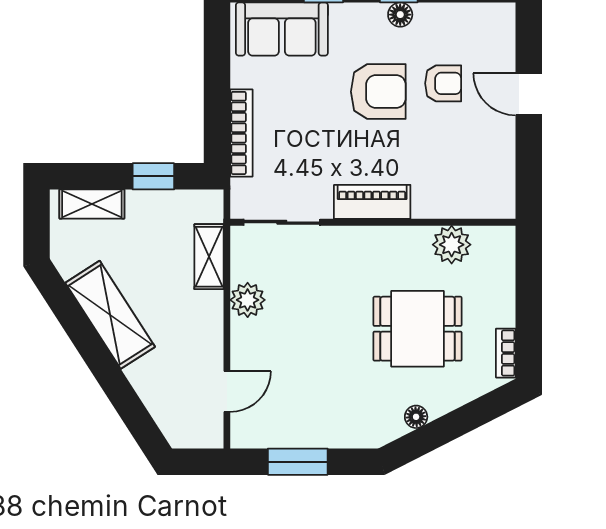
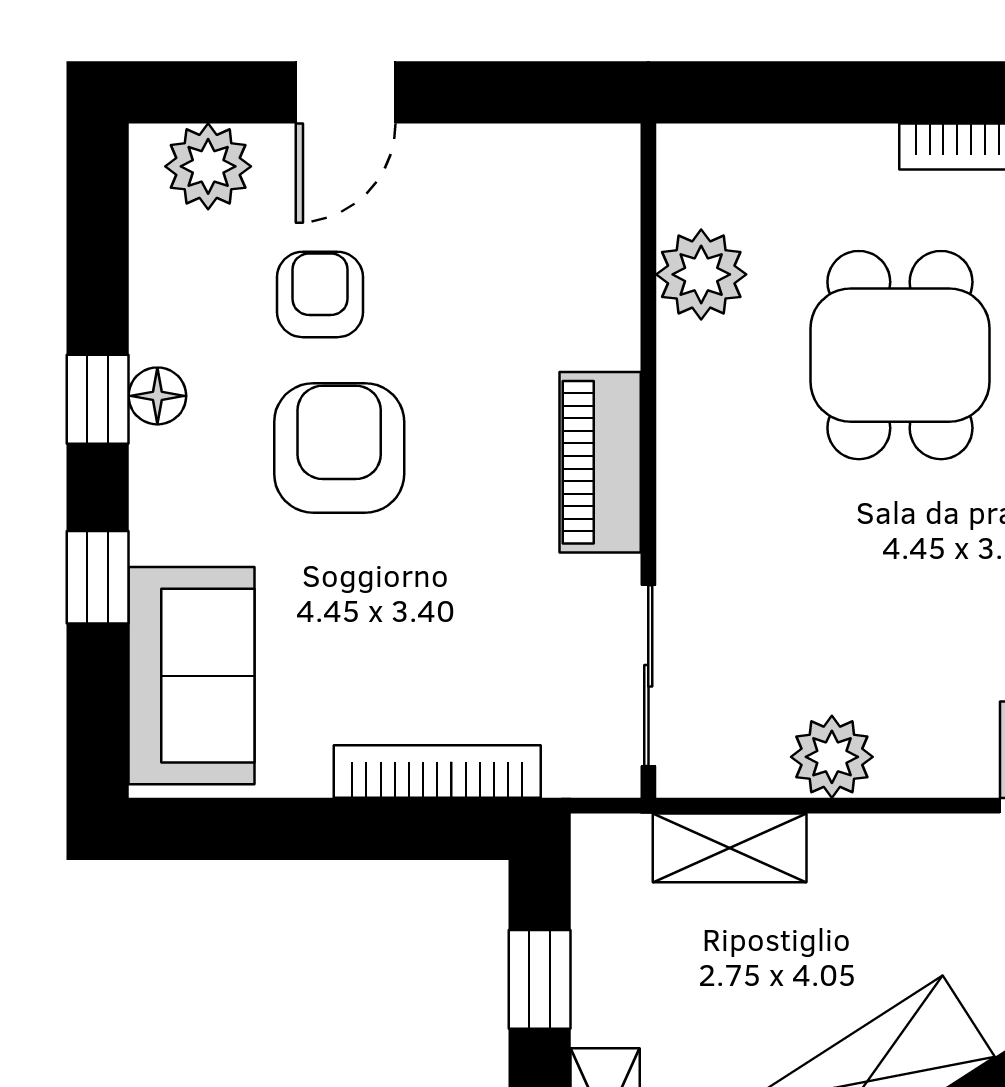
plant: (497, 36) -> (208, 166), added

